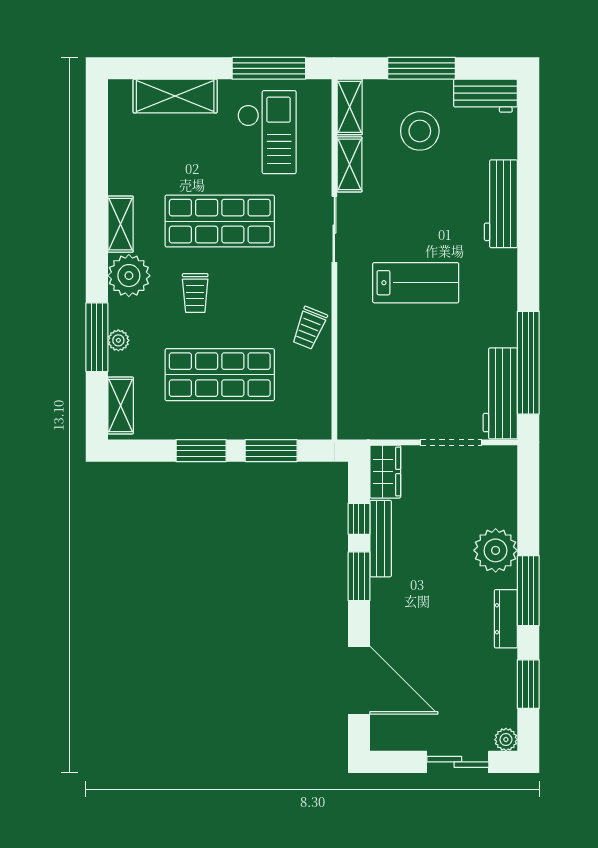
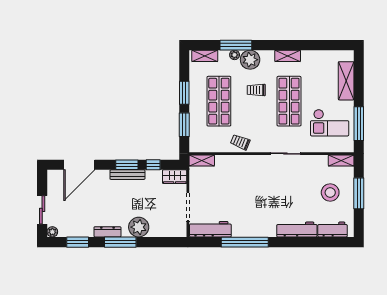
workbench: (485, 96) -> (332, 230), moved, turned 90
shelving: (350, 164) -> (202, 160), moved
plant: (129, 276) -> (250, 60), moved
lab bench: (416, 283) -> (261, 191), removed
window: (528, 363) -> (245, 242), moved
bench: (381, 539) -> (127, 175), moved

